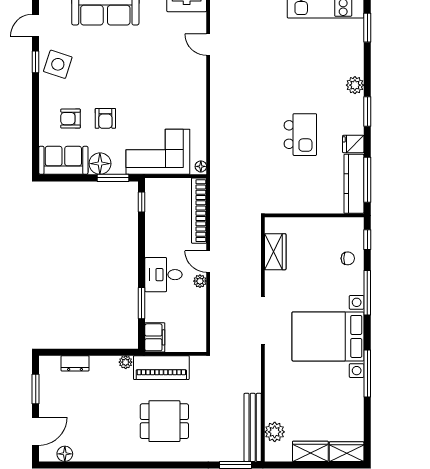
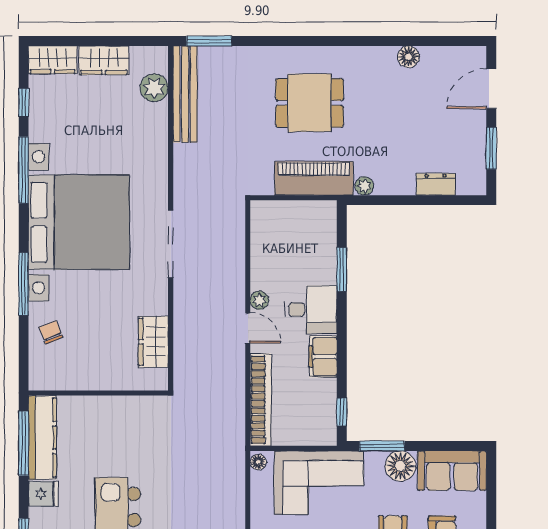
window: (367, 240) -> (24, 102), moved
chair: (348, 258) -> (51, 332), turned 68
bed with nightstands: (328, 336) -> (79, 222), width x1.36
filing cabinet: (155, 337) -> (323, 357), moved
floor lamp: (65, 454) -> (408, 57), moved

